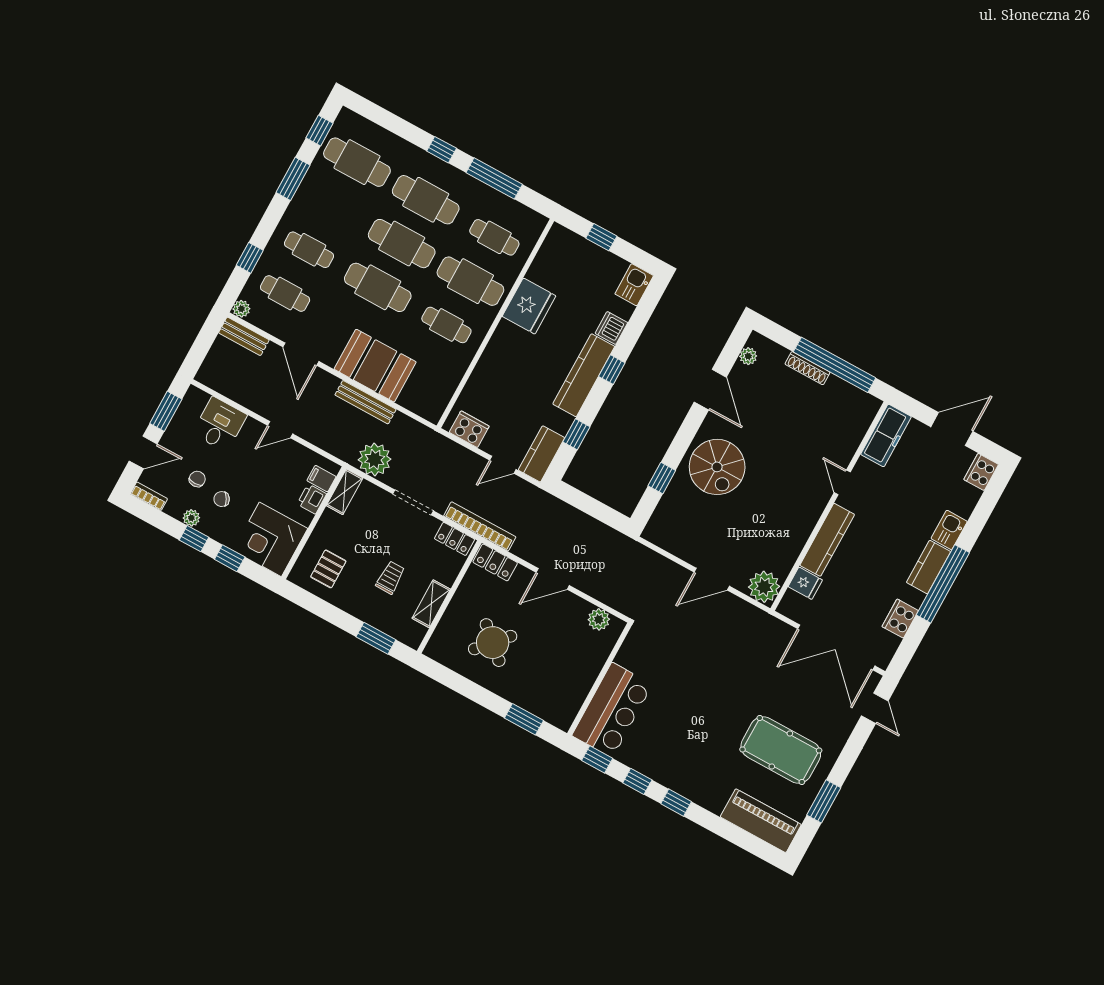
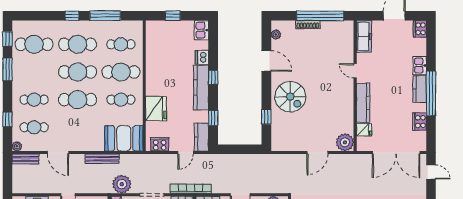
fridge: (529, 306) -> (156, 109), moved
booth: (375, 366) -> (124, 138), moved

